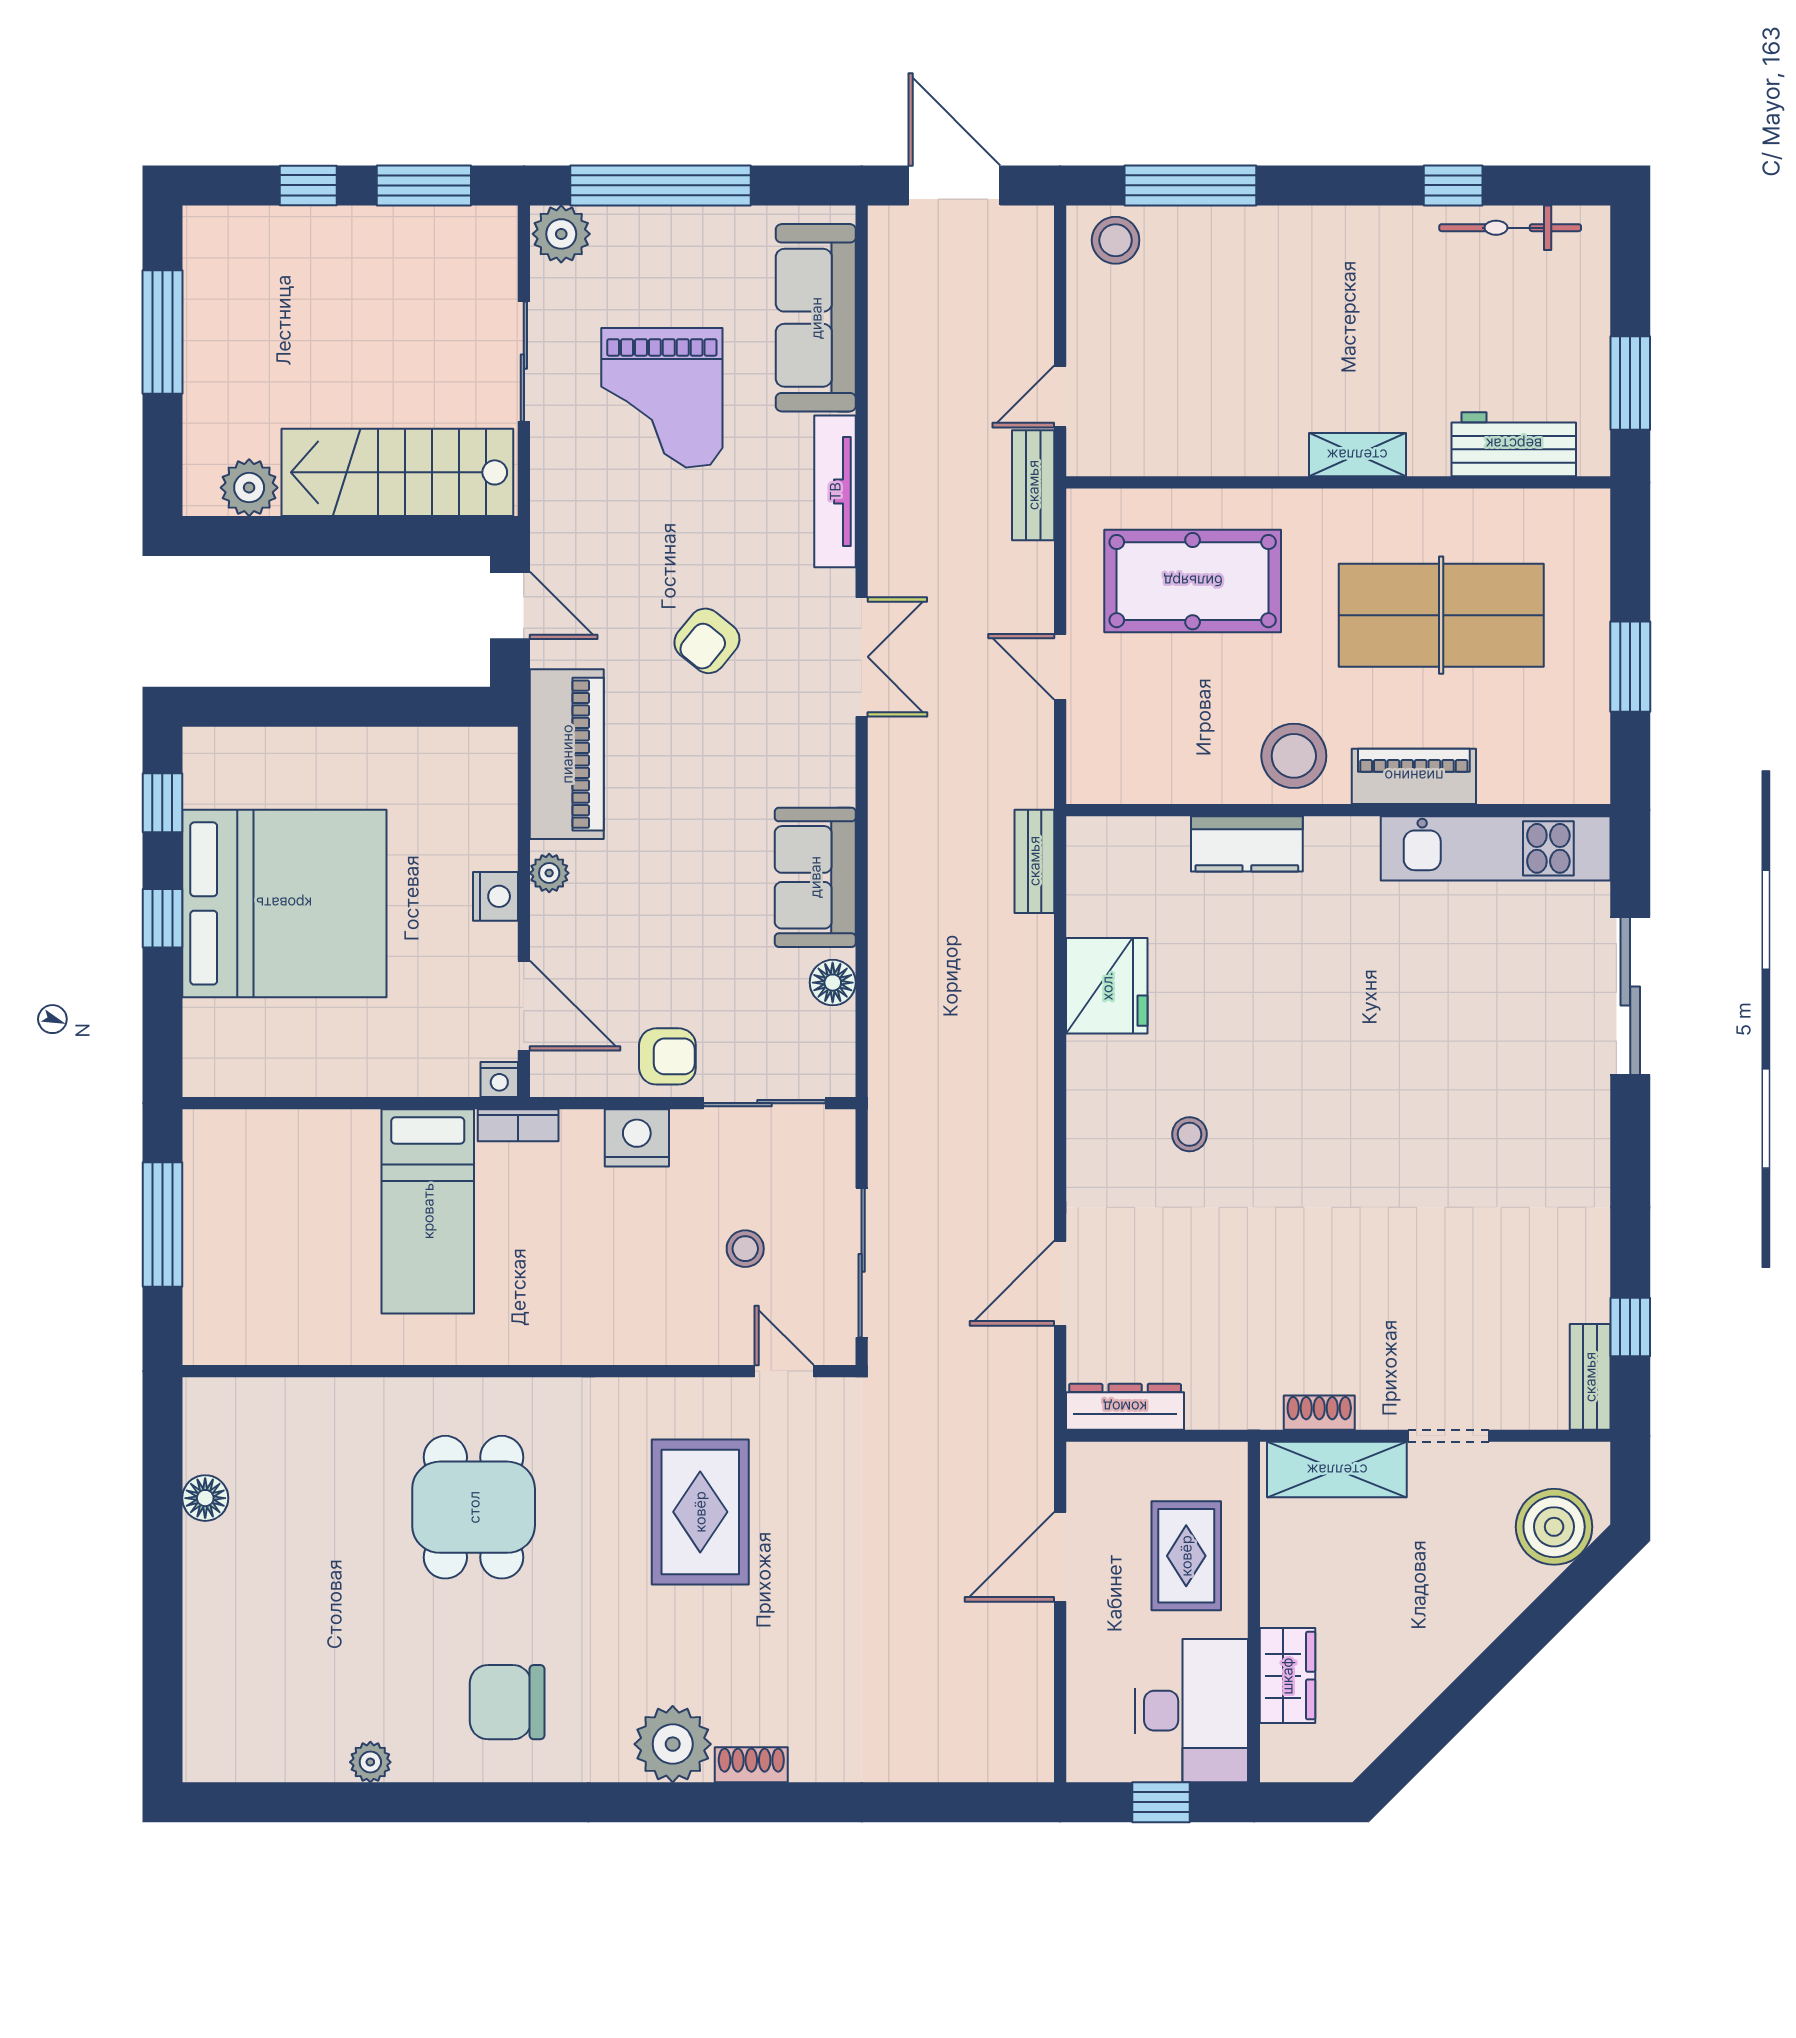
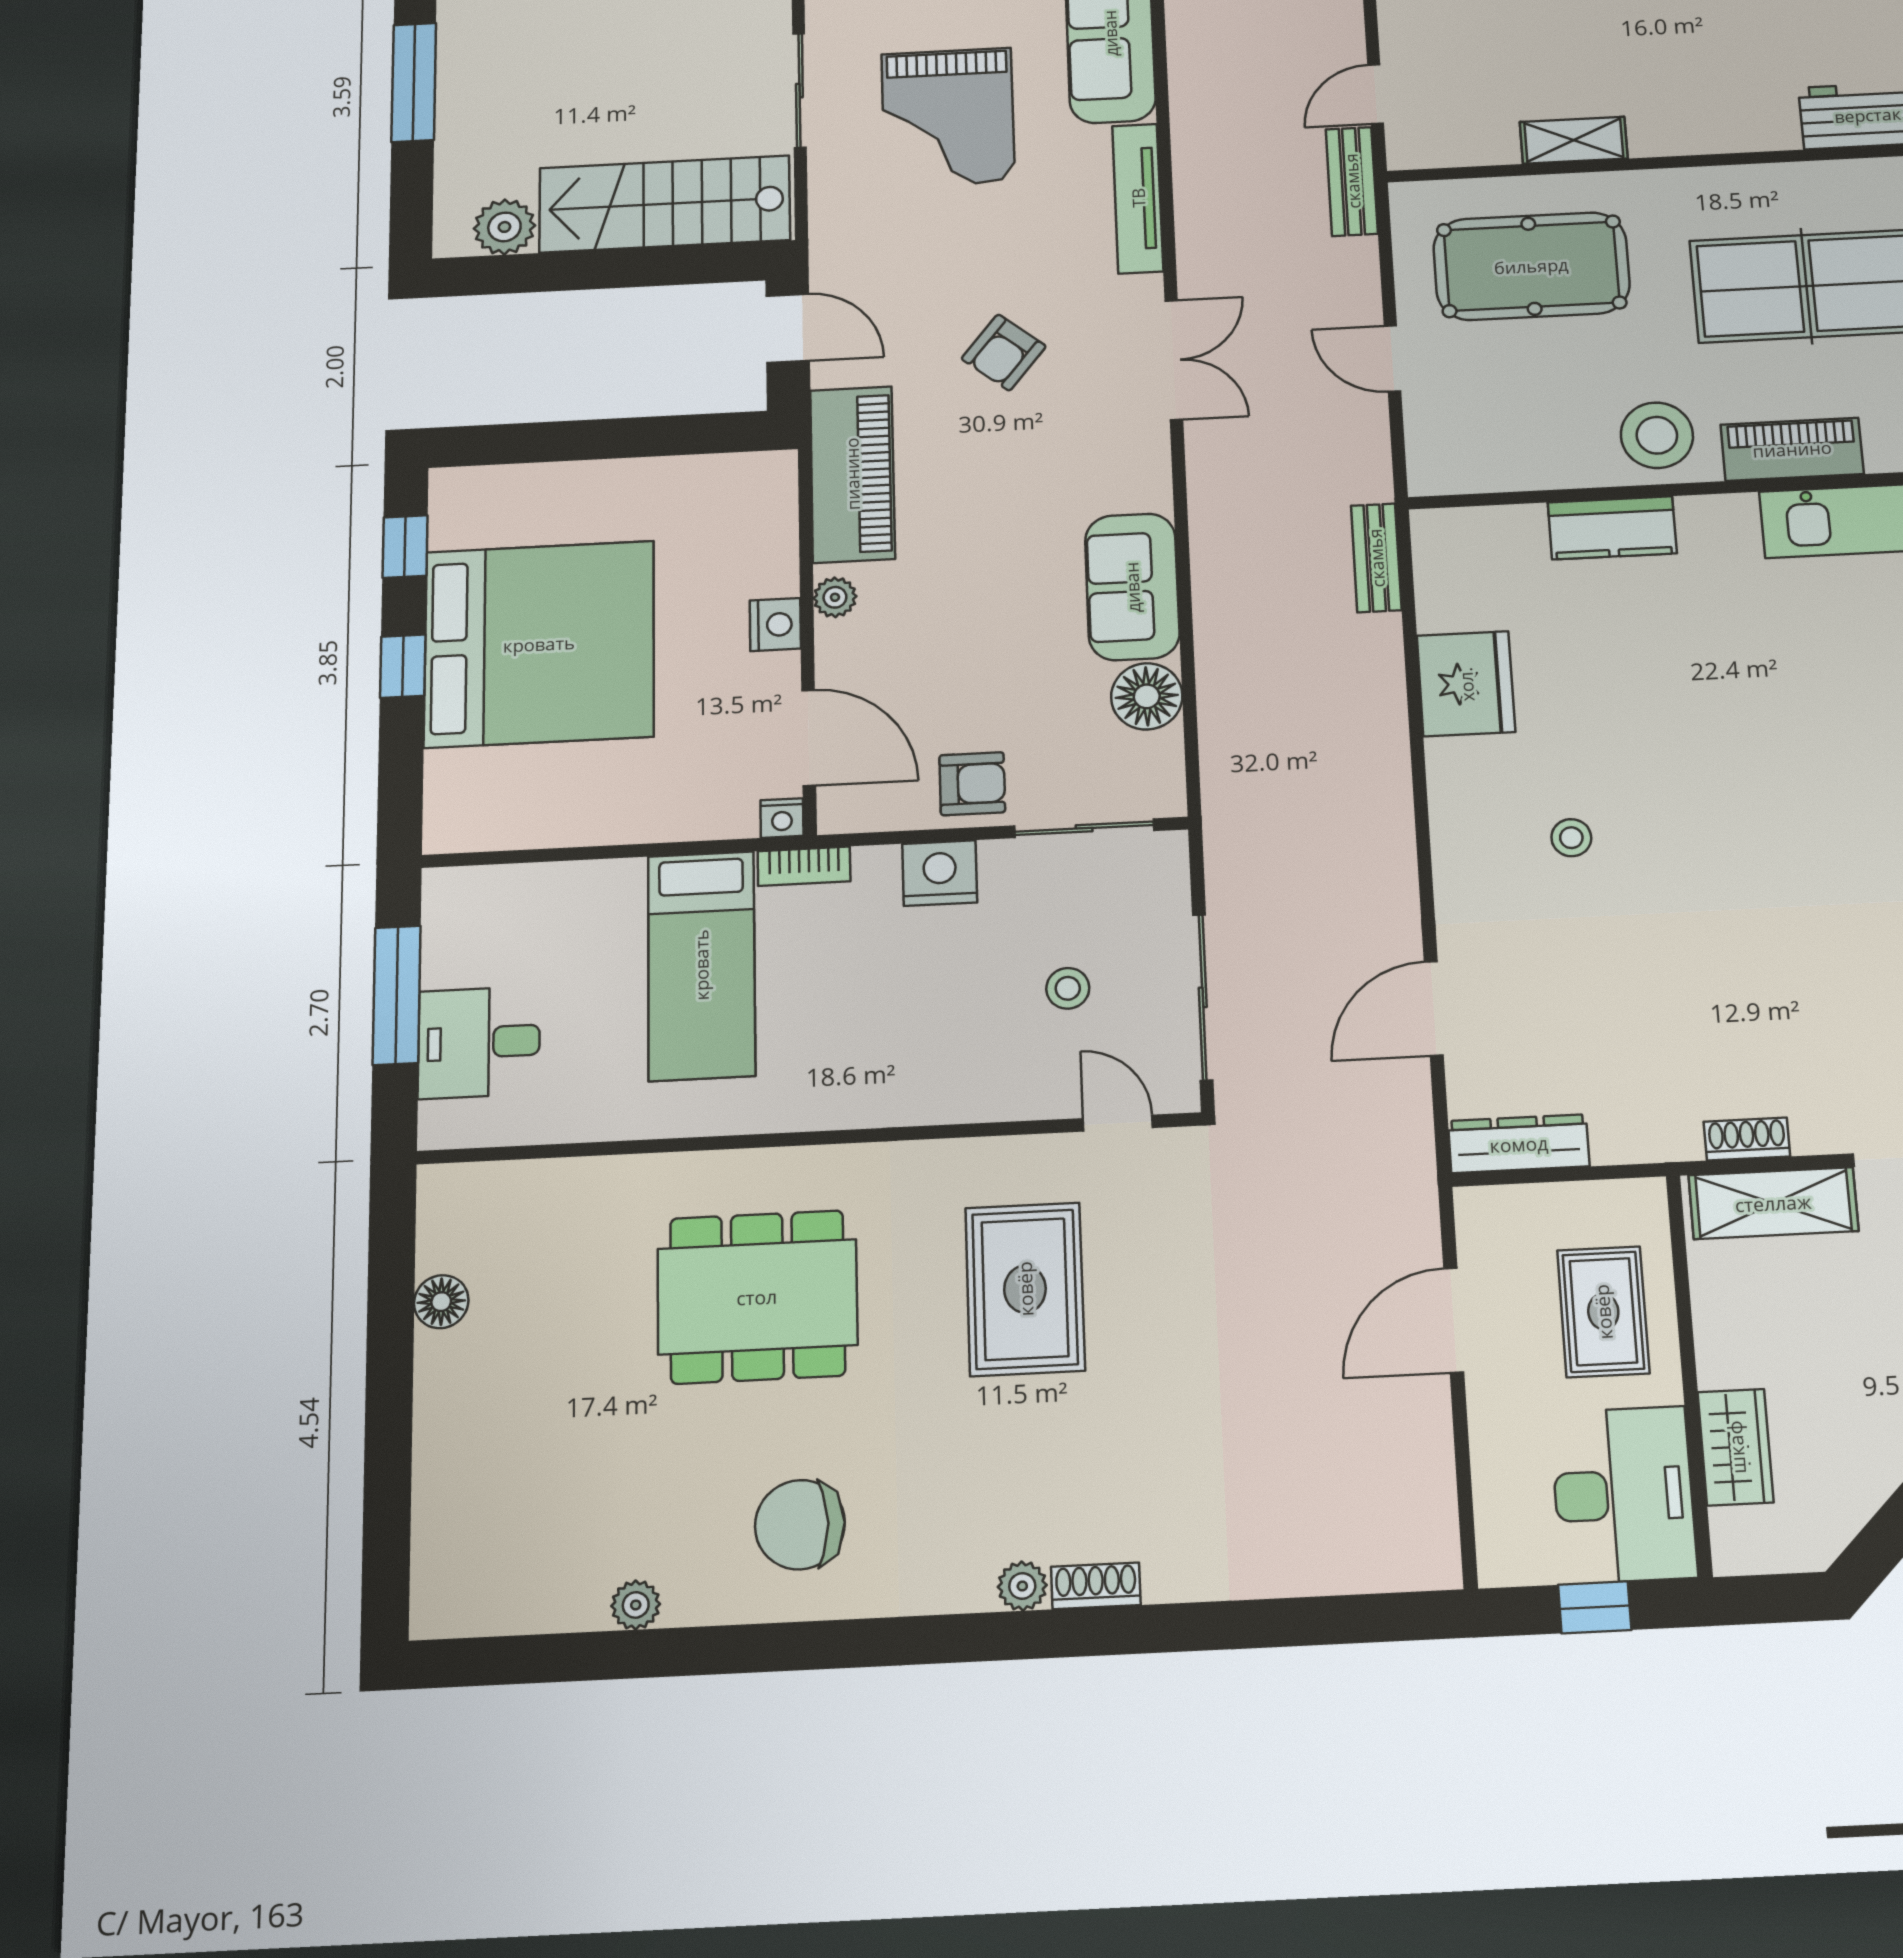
shelving: (1357, 455) -> (1574, 140), moved
floor lamp: (833, 983) -> (1147, 696), width x1.38, depth x1.38
desk: (235, 1271) -> (479, 1042), added
dining table: (474, 1507) -> (757, 1297), width x1.38
plant: (673, 1744) -> (1022, 1586), width x0.53, depth x0.53

